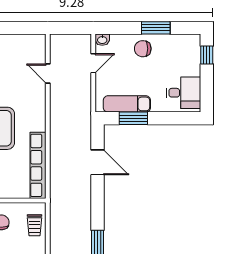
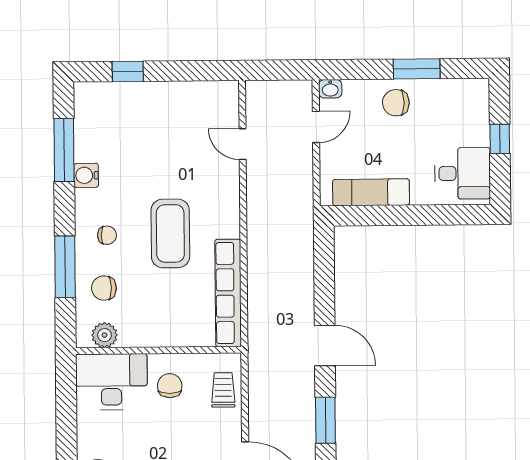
window: (207, 55) -> (500, 139), moved
window: (133, 118) -> (382, 215), removed
door: (98, 162) -> (325, 345), moved
trolley: (34, 225) -> (223, 390), turned 180

